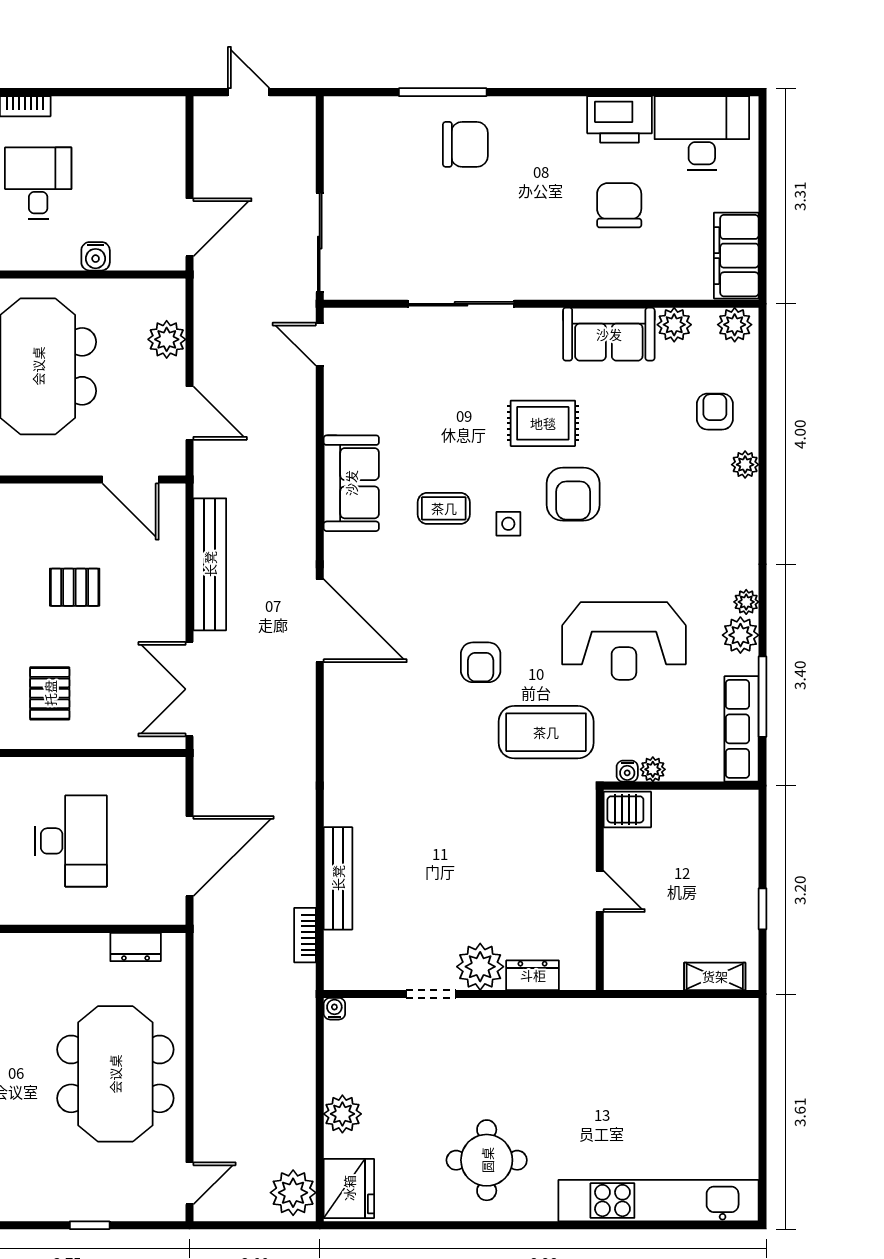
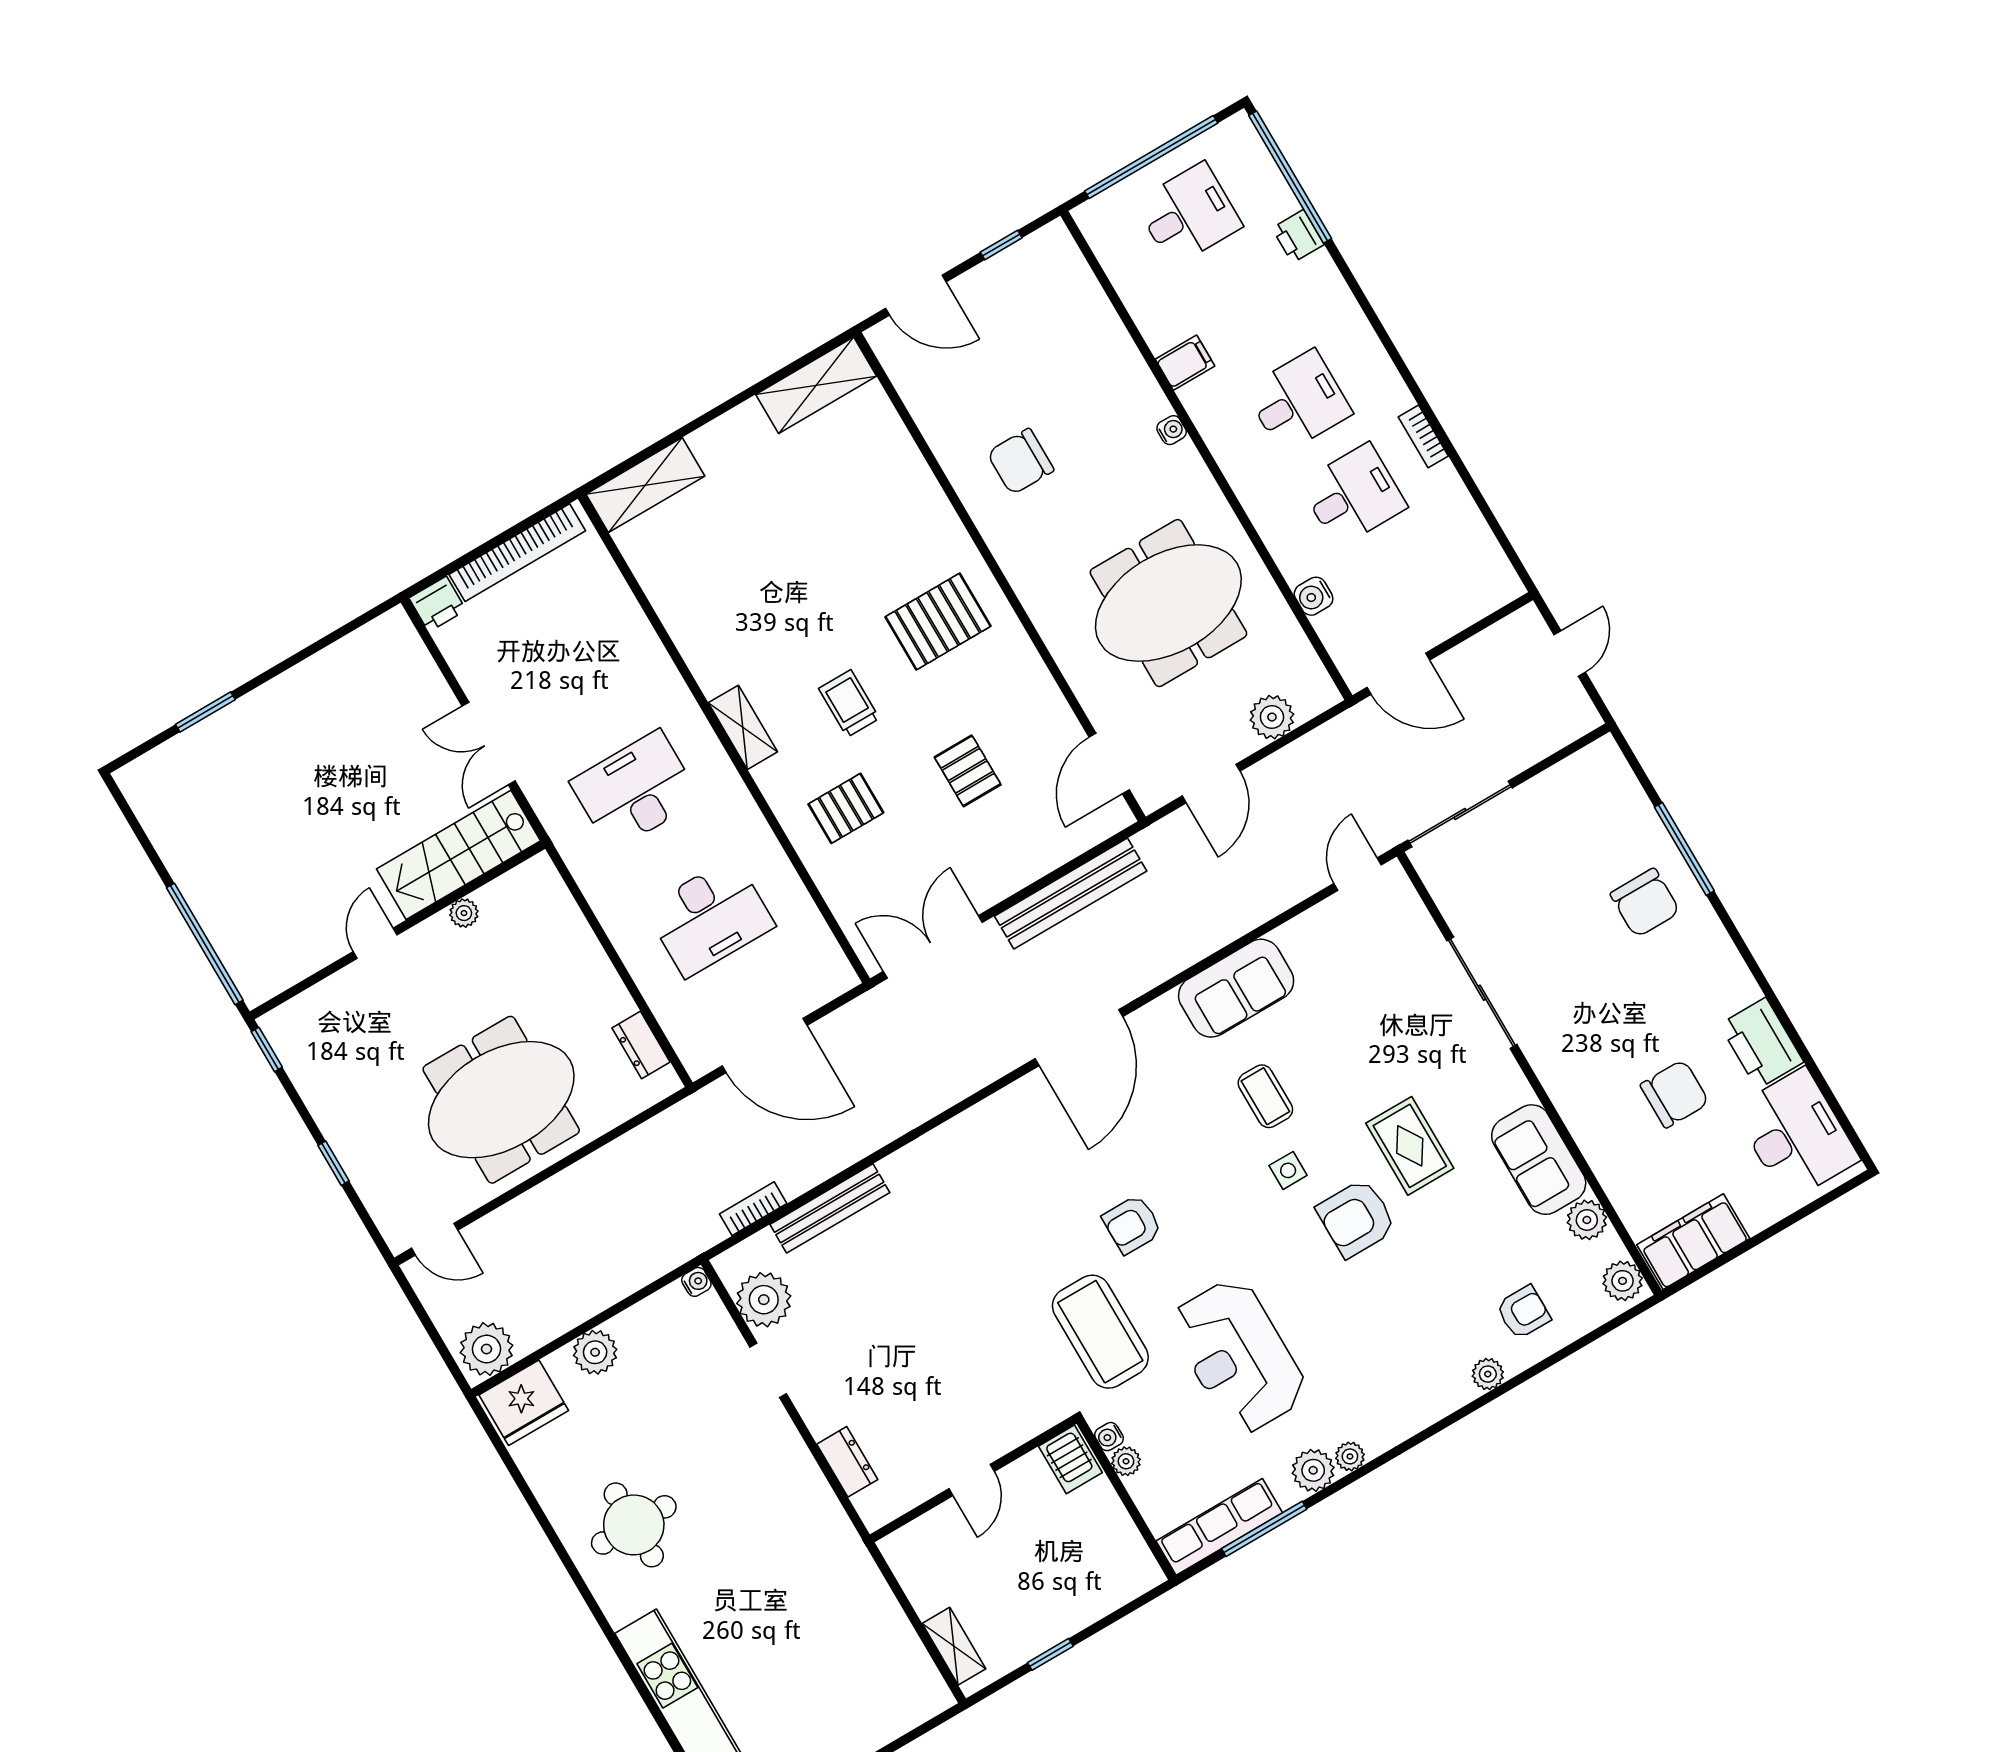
plant: (480, 967) -> (764, 1300), moved

